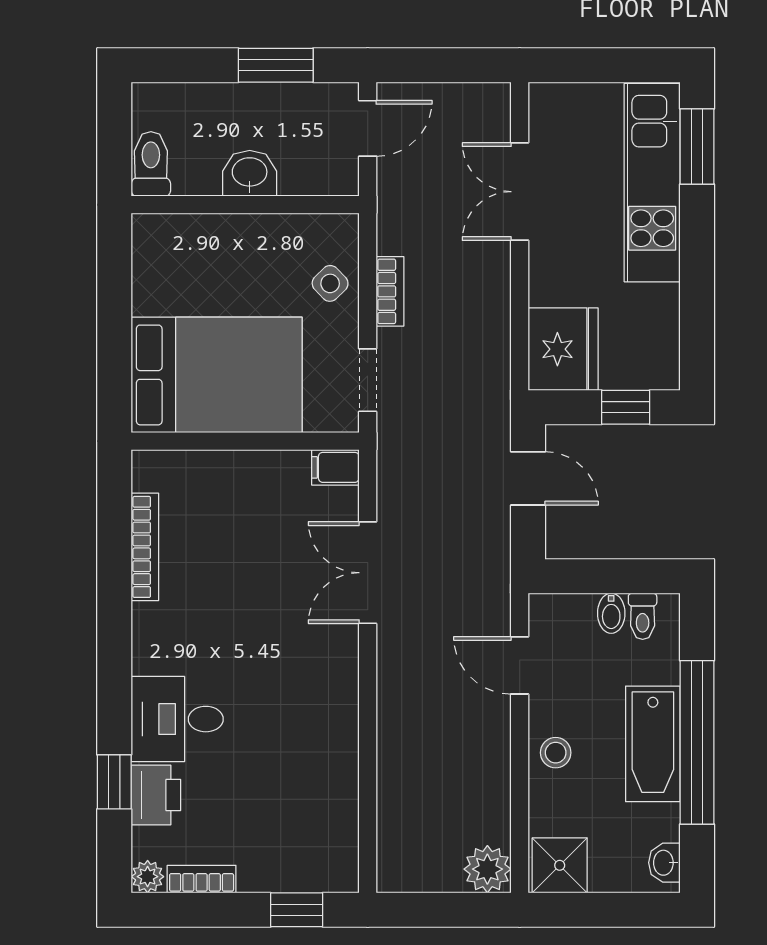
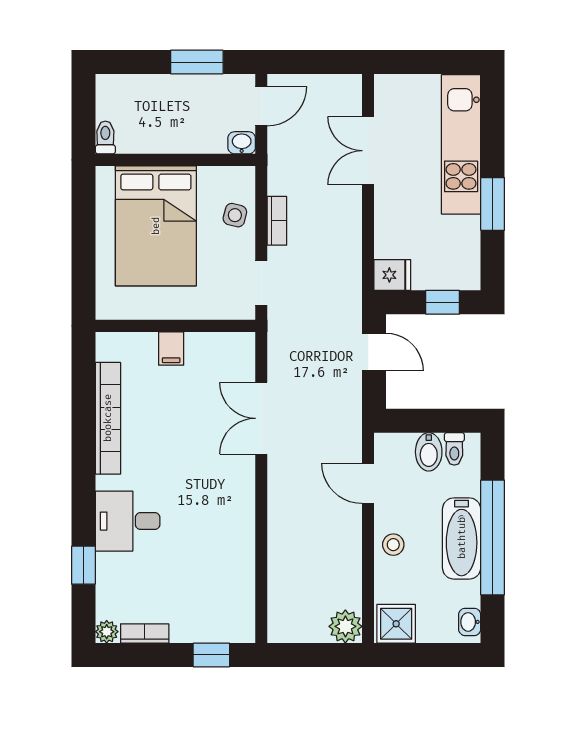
window: (697, 146) -> (493, 204), moved
toilet: (151, 164) -> (105, 138), width x0.73, depth x0.72
washbasin: (250, 173) -> (242, 143), moved, width x0.72, depth x0.69
side table: (330, 283) -> (235, 215), turned -32
fridge: (563, 349) -> (392, 275), width x0.53, depth x0.75
bed: (217, 375) -> (156, 226), moved, turned 90
filing cabinet: (335, 467) -> (171, 348), moved, turned -90
bookcase: (145, 547) -> (108, 418), width x1.48, depth x1.31
bidet: (611, 613) -> (429, 452), width x1.38, depth x1.36
printer: (156, 795) -> (113, 574), removed

